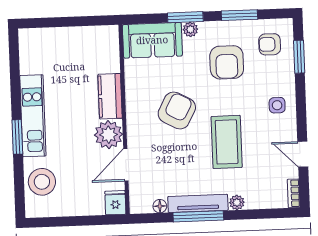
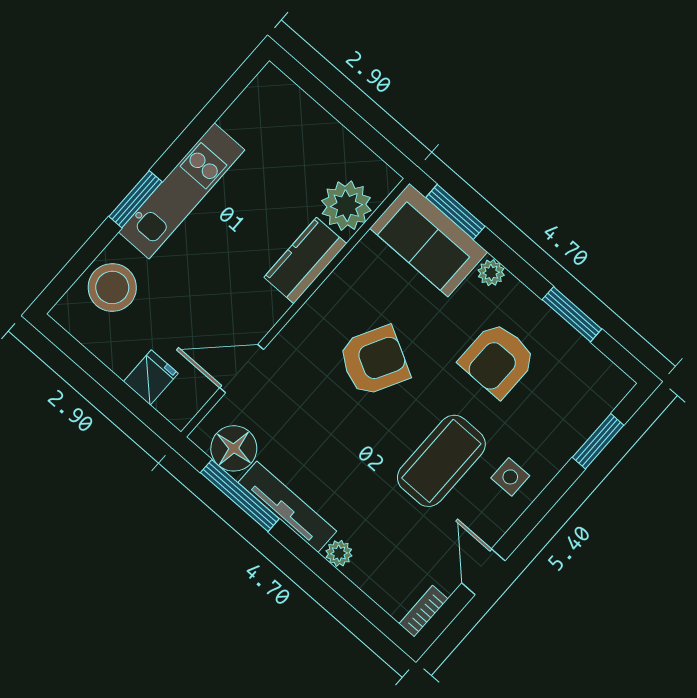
window: (185, 17) -> (455, 212), moved
armchair: (270, 44) -> (575, 389), removed
plant: (109, 135) -> (346, 206), moved
coffee table: (227, 142) -> (441, 461), moved
fridge: (115, 203) -> (151, 378), moved
floor lamp: (160, 206) -> (234, 448), width x1.89, depth x1.89
window: (198, 216) -> (240, 496), moved

